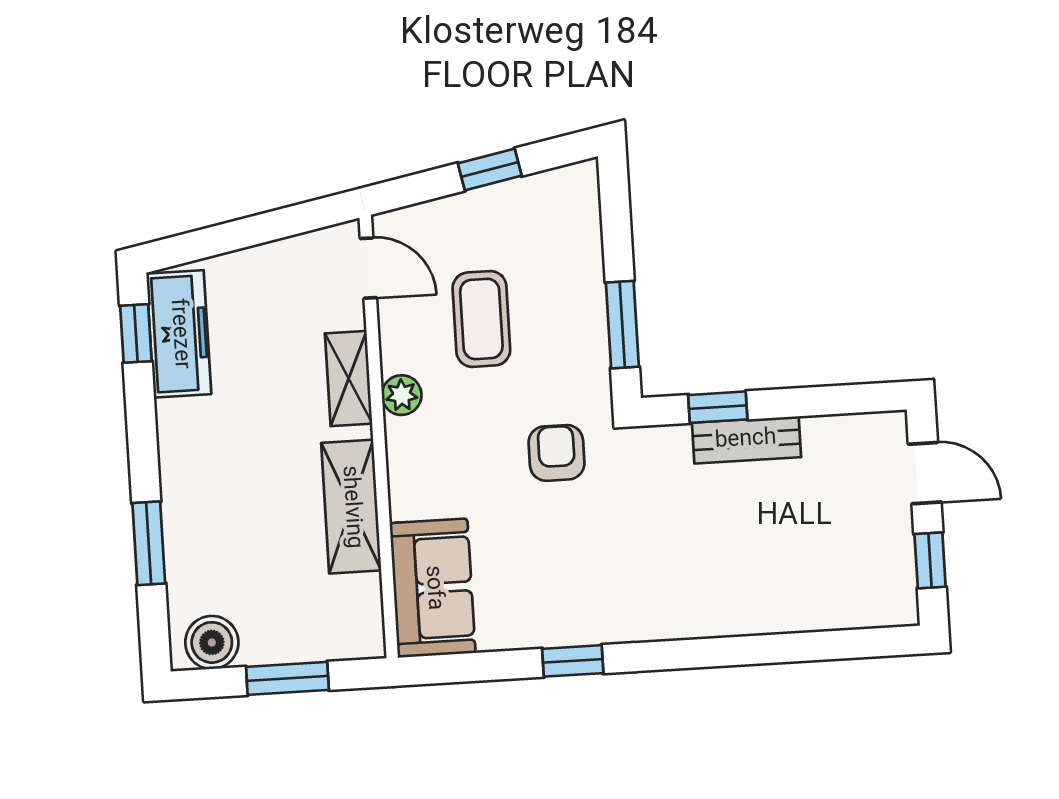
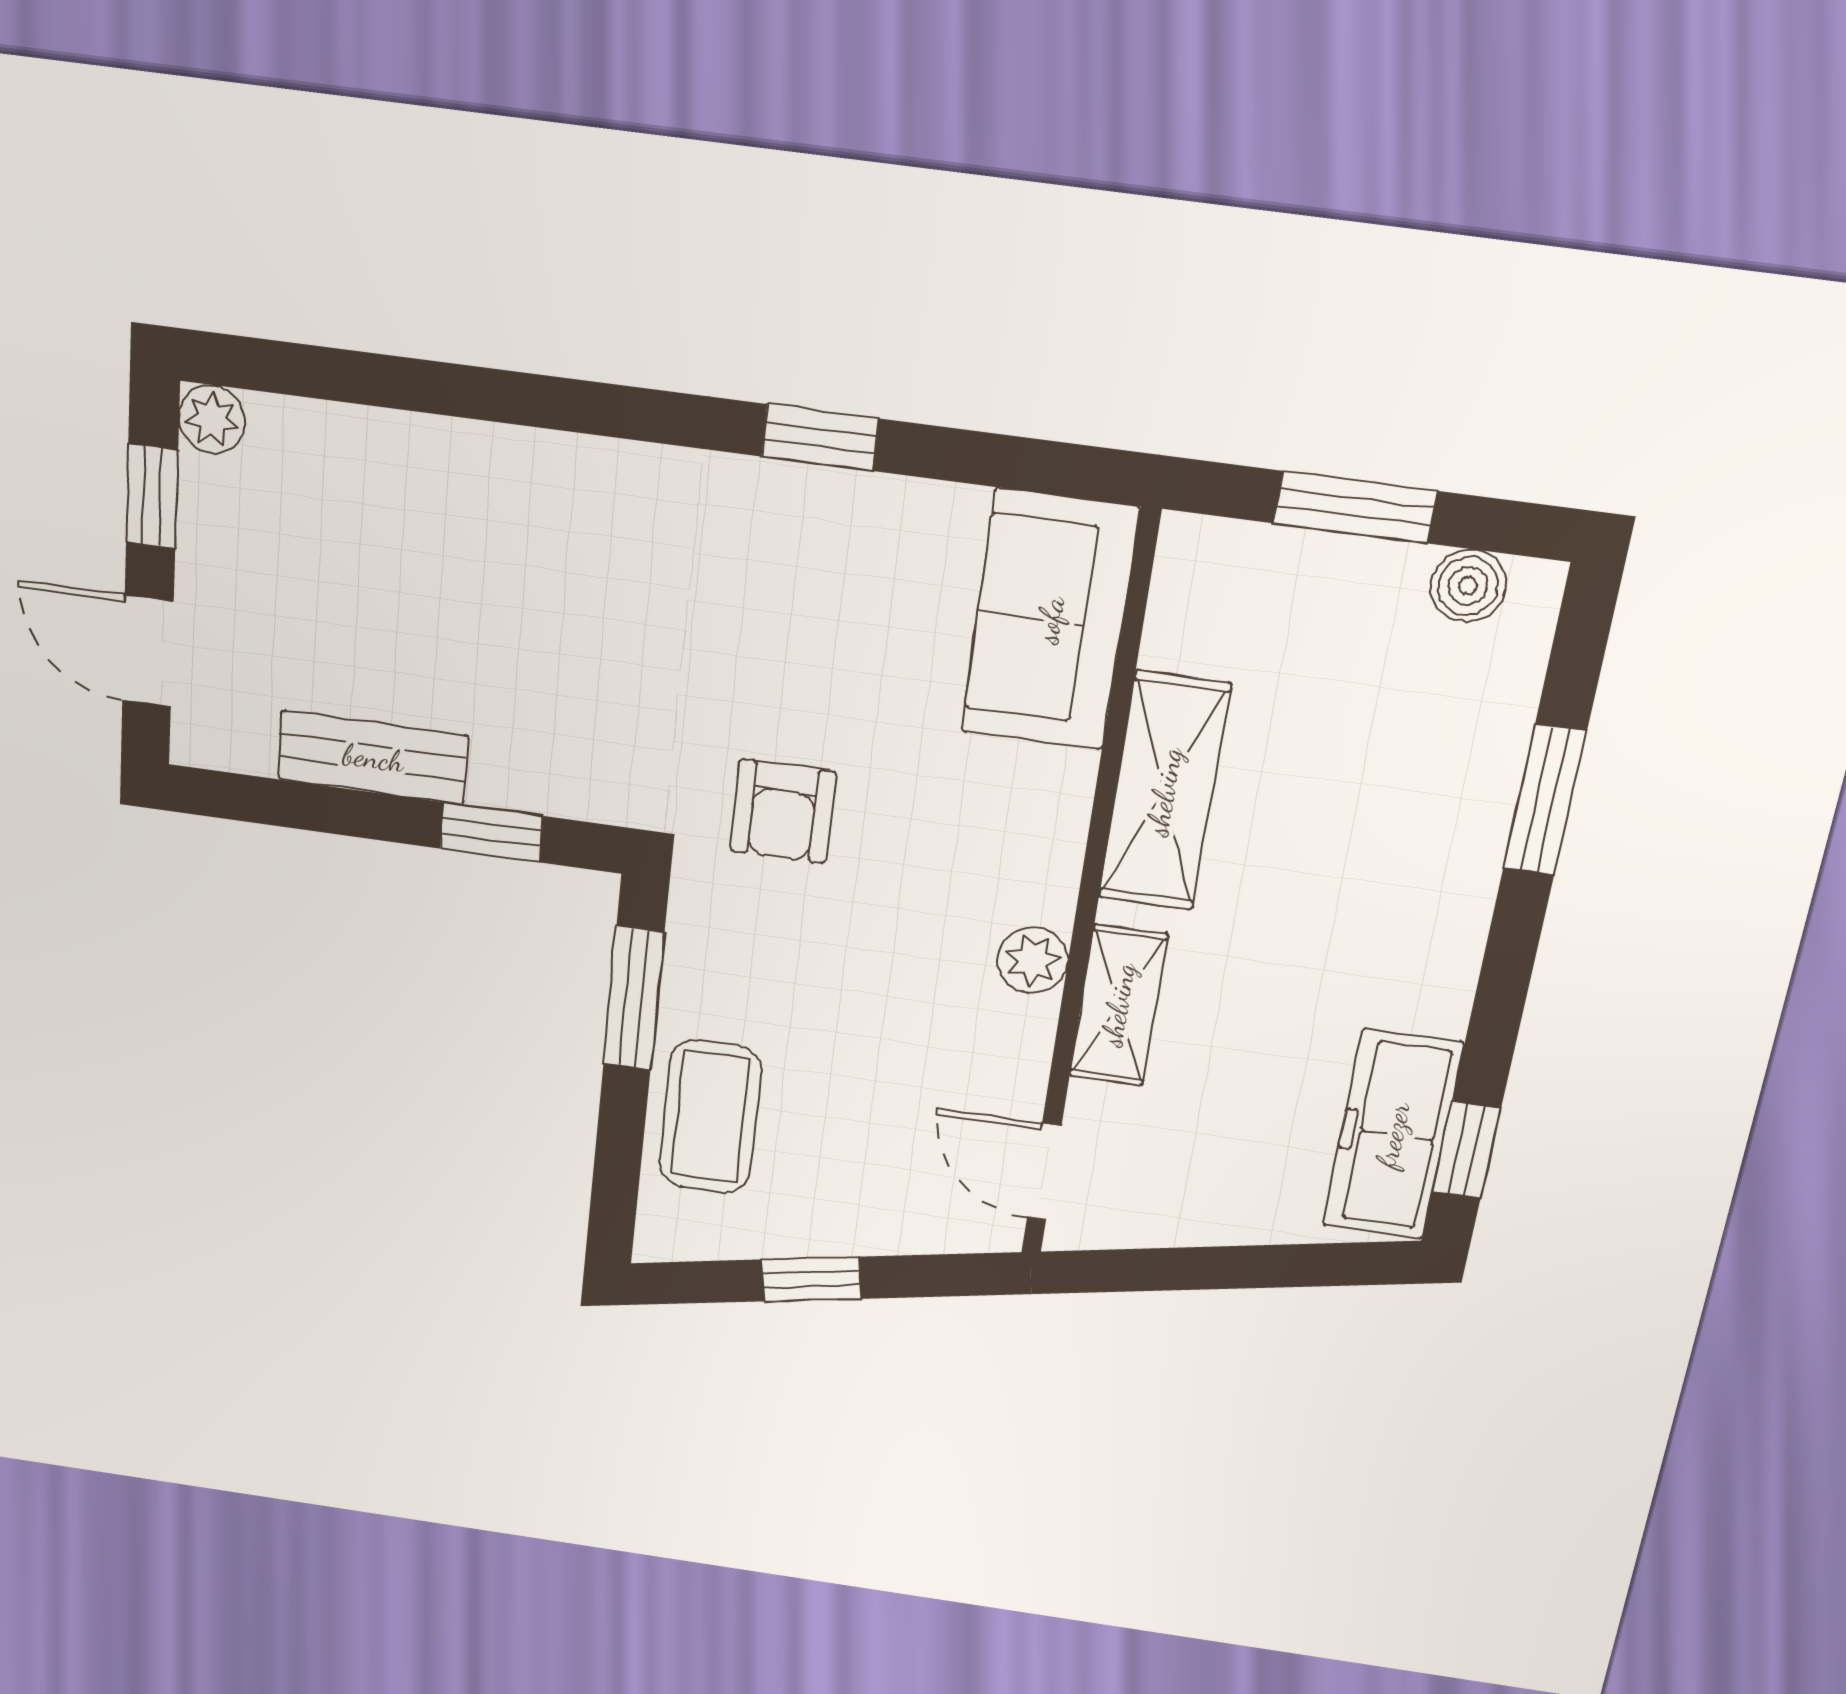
coffee table: (481, 319) -> (710, 1117), moved
bench: (746, 440) -> (373, 758), moved
plant: (901, 609) -> (212, 419), added
boiler: (212, 642) -> (1468, 586), width x0.73, depth x0.73

